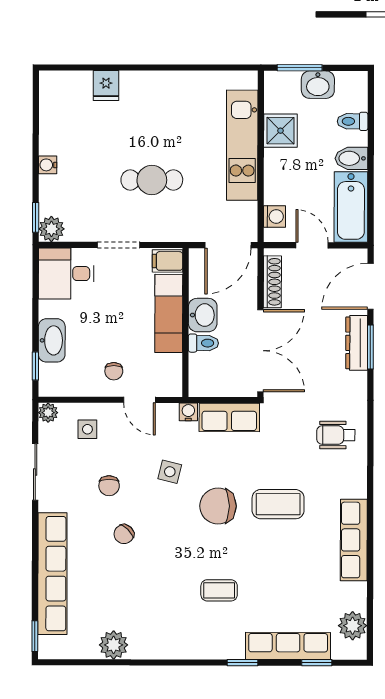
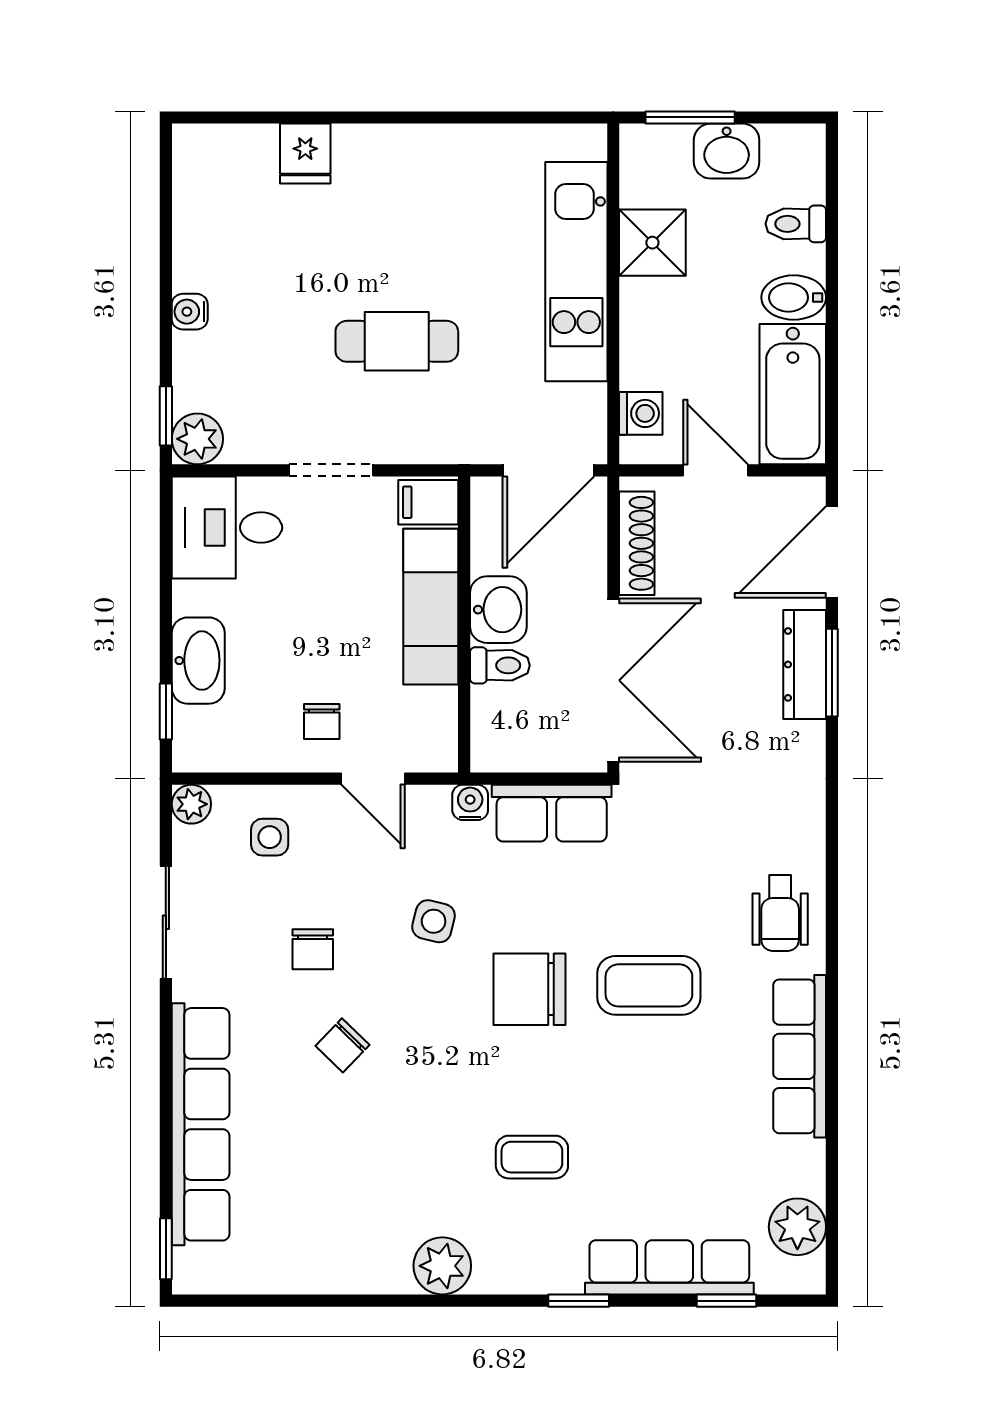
wheelchair: (336, 435) -> (780, 913), moved, turned -90
plant: (114, 645) -> (442, 1266), moved

